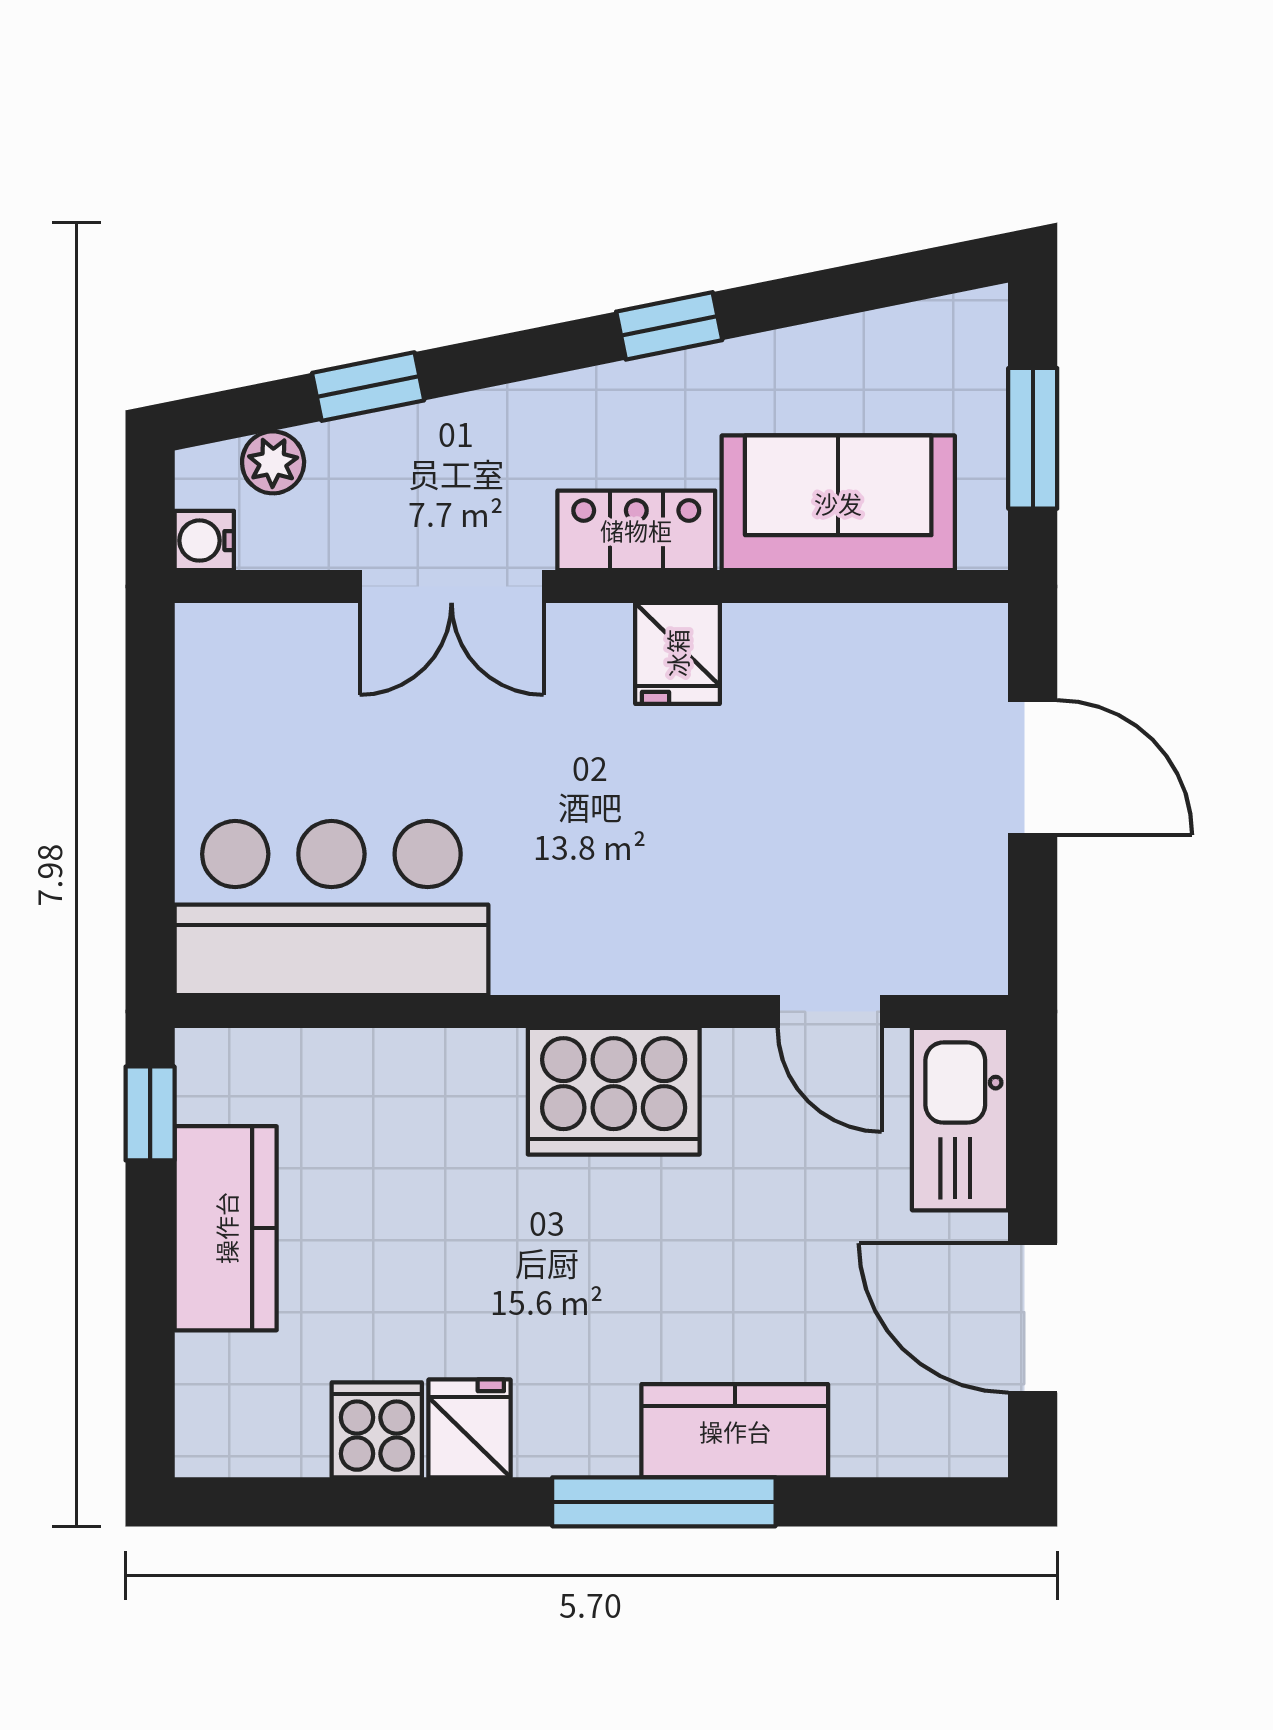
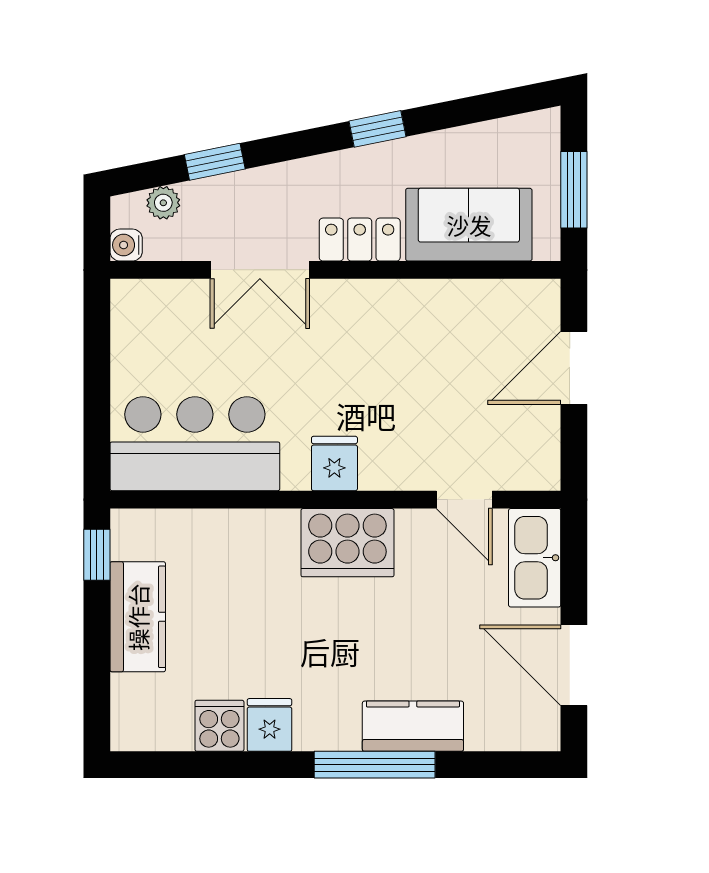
fridge: (677, 653) -> (334, 463), moved, turned 180
door: (1033, 768) -> (574, 368), swing flipped

